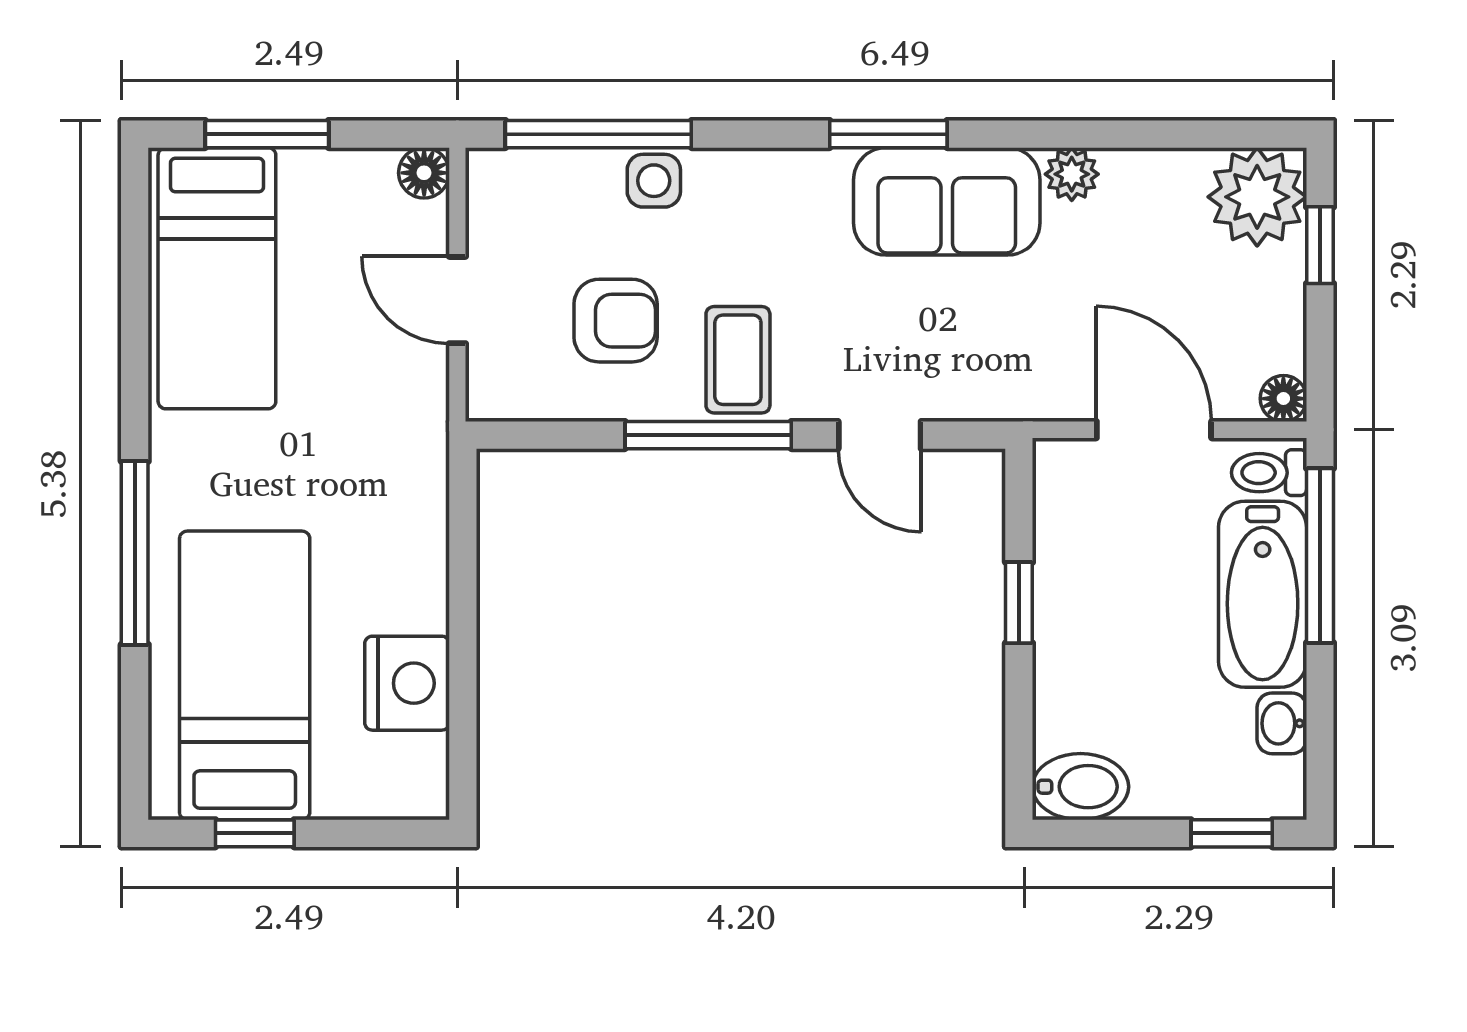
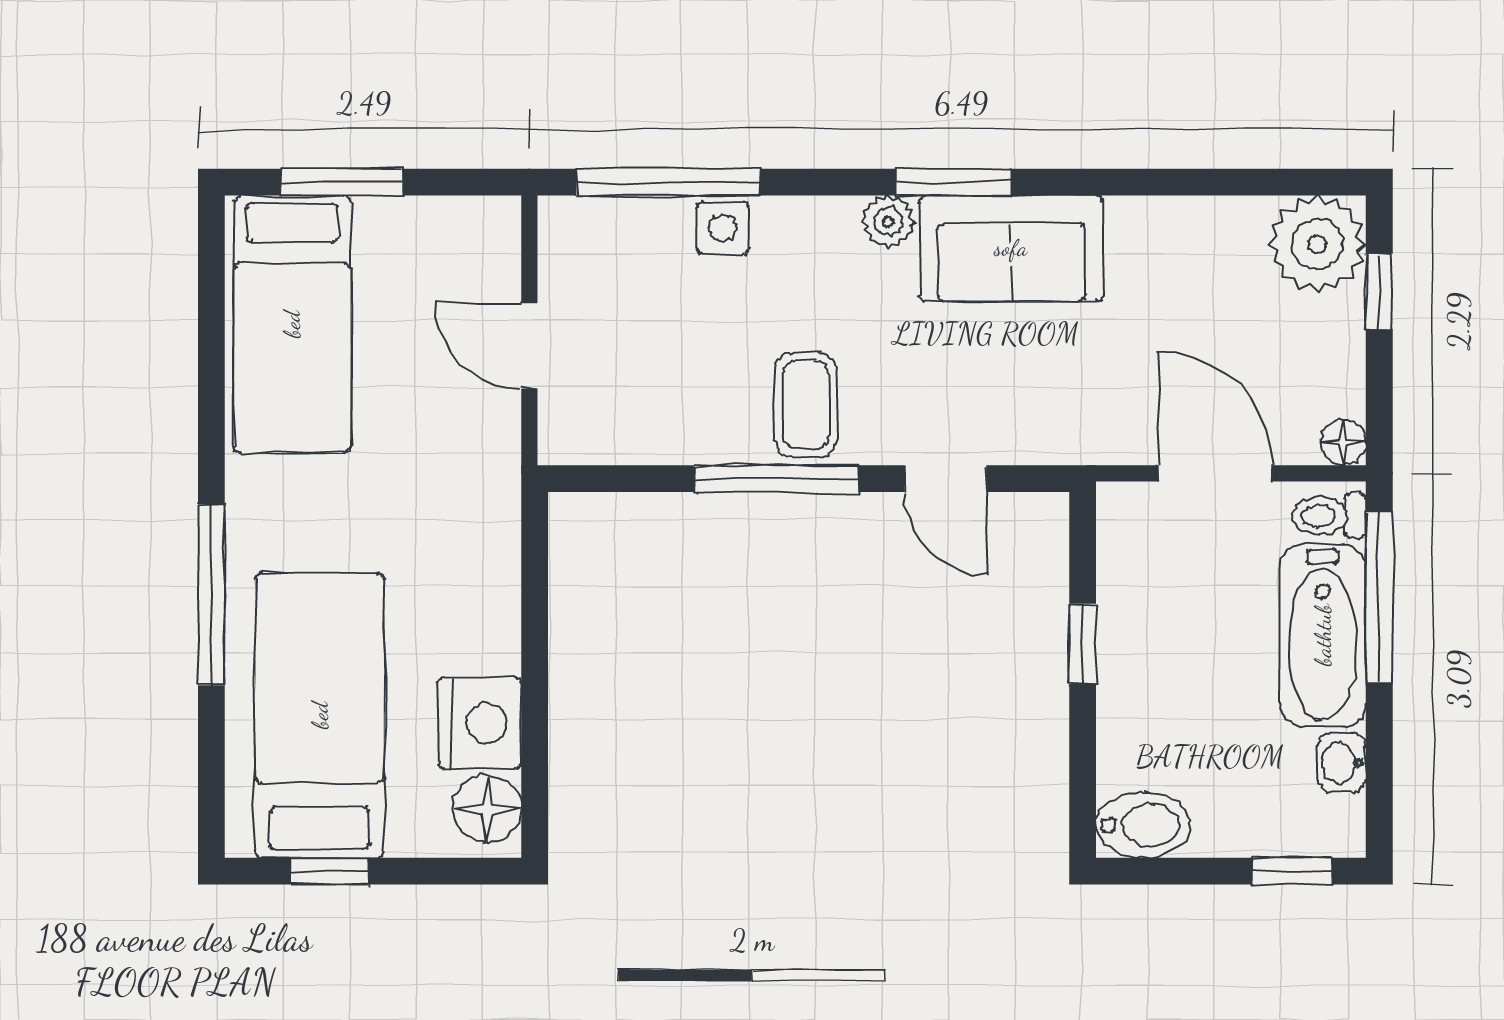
floor lamp: (424, 173) -> (487, 809), moved, width x1.37, depth x1.37
plant: (1072, 174) -> (888, 221), moved
armchair: (616, 321) -> (685, 366), removed

